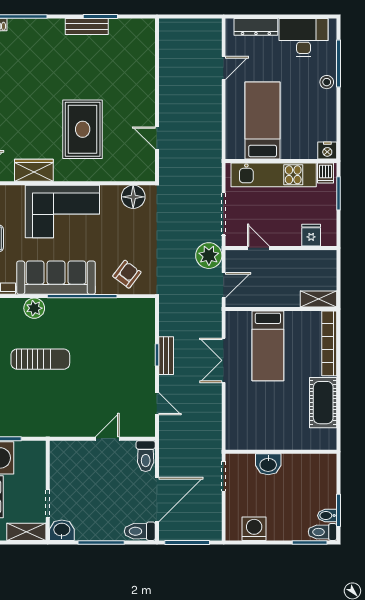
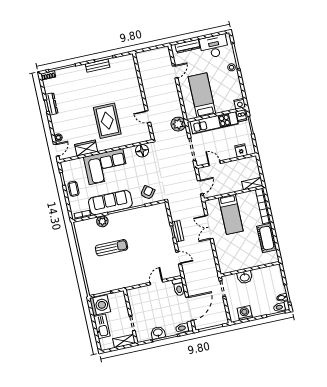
plant: (209, 256) -> (178, 124), moved
washbasin: (62, 530) -> (158, 333), moved

